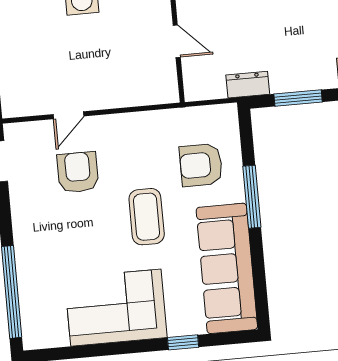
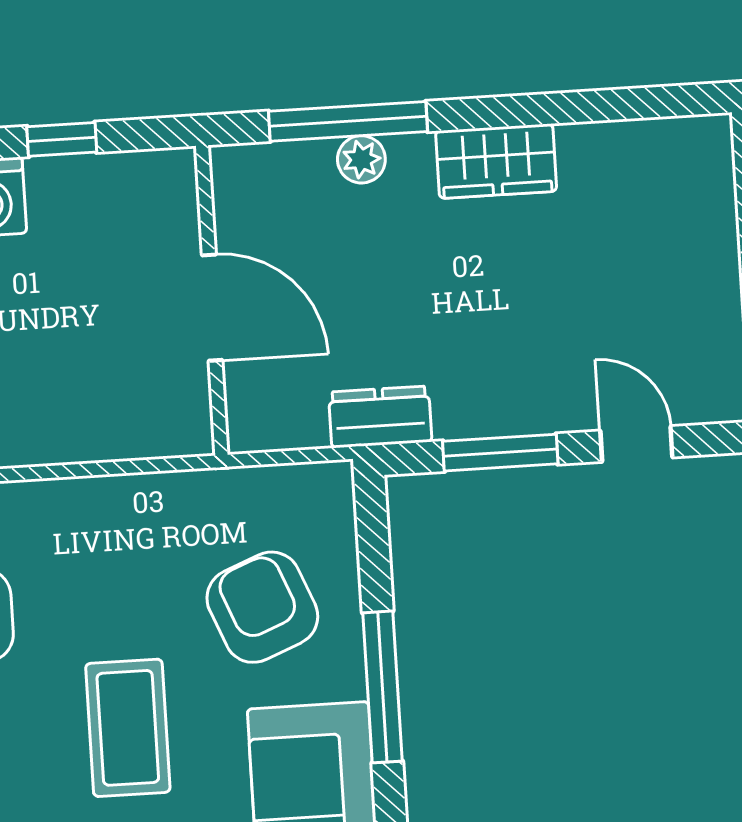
door: (177, 41) -> (212, 308), width x1.37
armchair: (201, 165) -> (262, 607), turned 68

